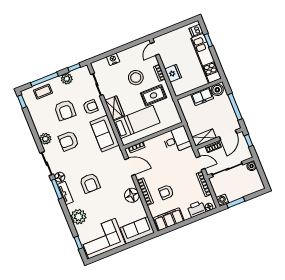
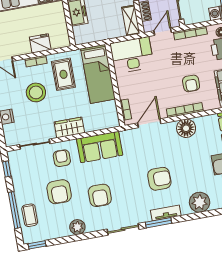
plant: (67, 79) -> (19, 181), removed
armchair: (65, 110) -> (59, 192), turned 87
bed: (137, 122) -> (98, 74), moved, turned 180
plant: (45, 139) -> (77, 227), moved
desk: (177, 140) -> (132, 55), width x1.37
floor lamp: (60, 177) -> (144, 216), removed

